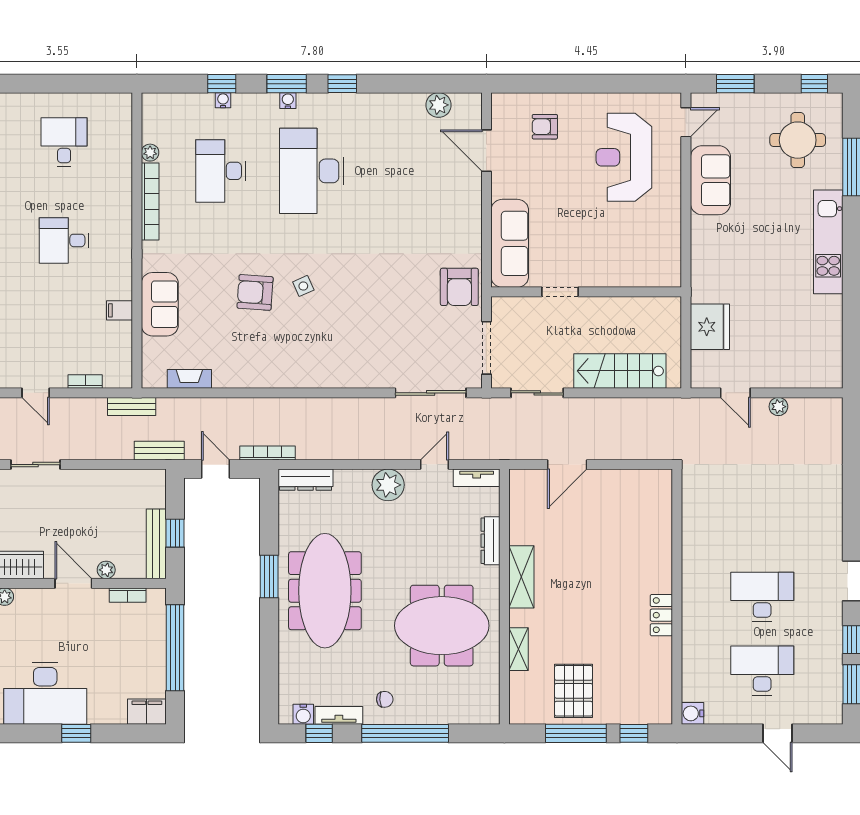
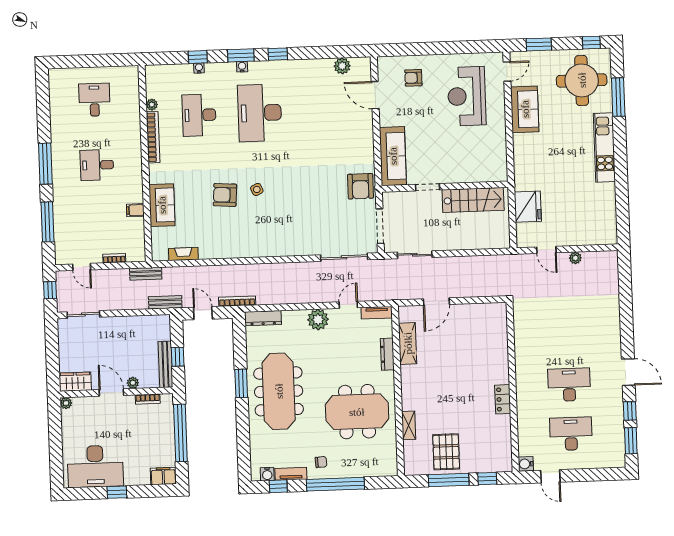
round table: (798, 140) -> (582, 80), width x1.36, depth x1.36
stairs: (620, 371) -> (473, 200), moved, turned 180
shelving: (521, 577) -> (408, 343), moved
door: (777, 733) -> (550, 476), moved

